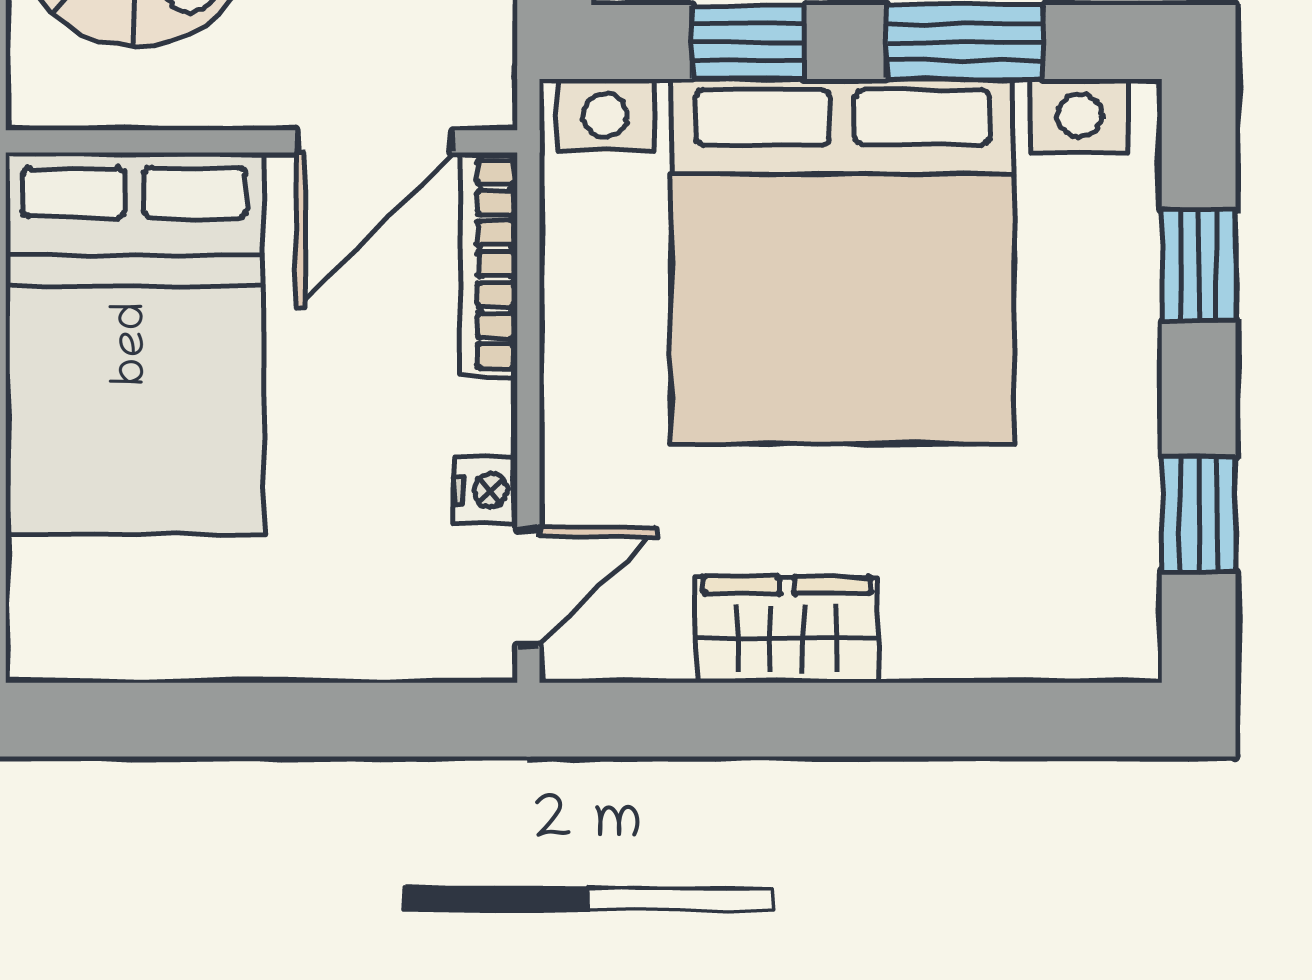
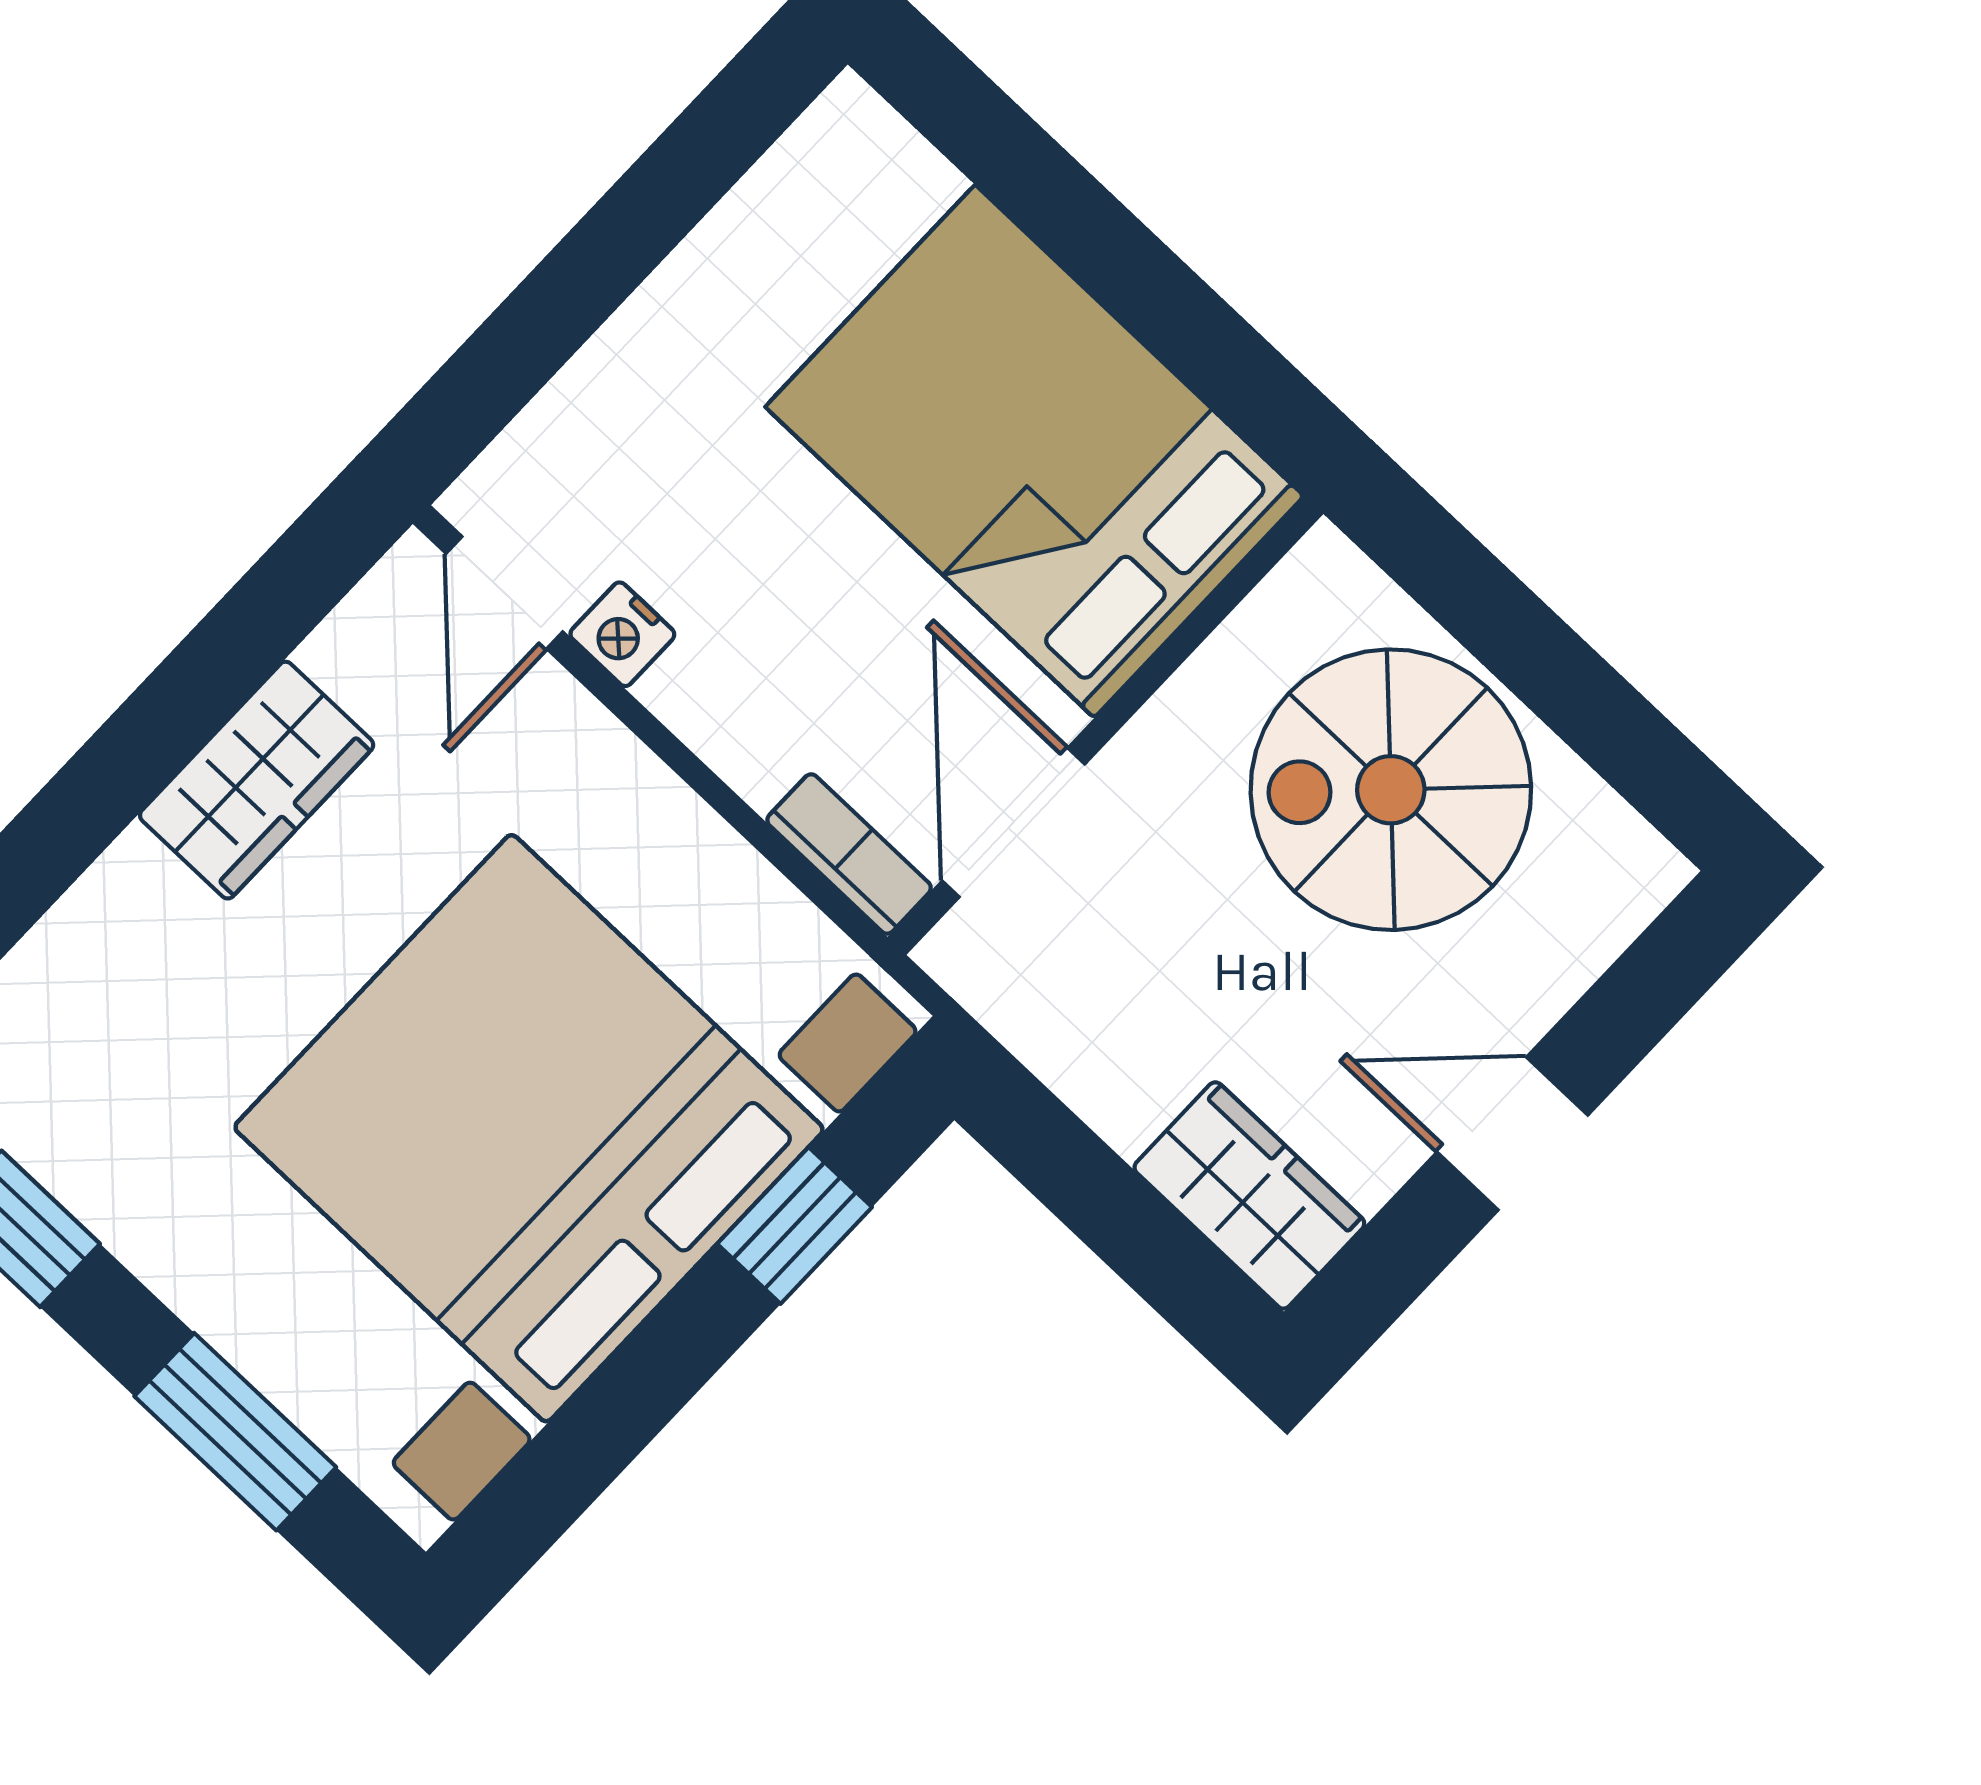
window: (964, 42) -> (619, 1412), removed
bookcase: (489, 264) -> (849, 854), width x0.64
window: (1199, 265) -> (235, 1432), width x1.50

